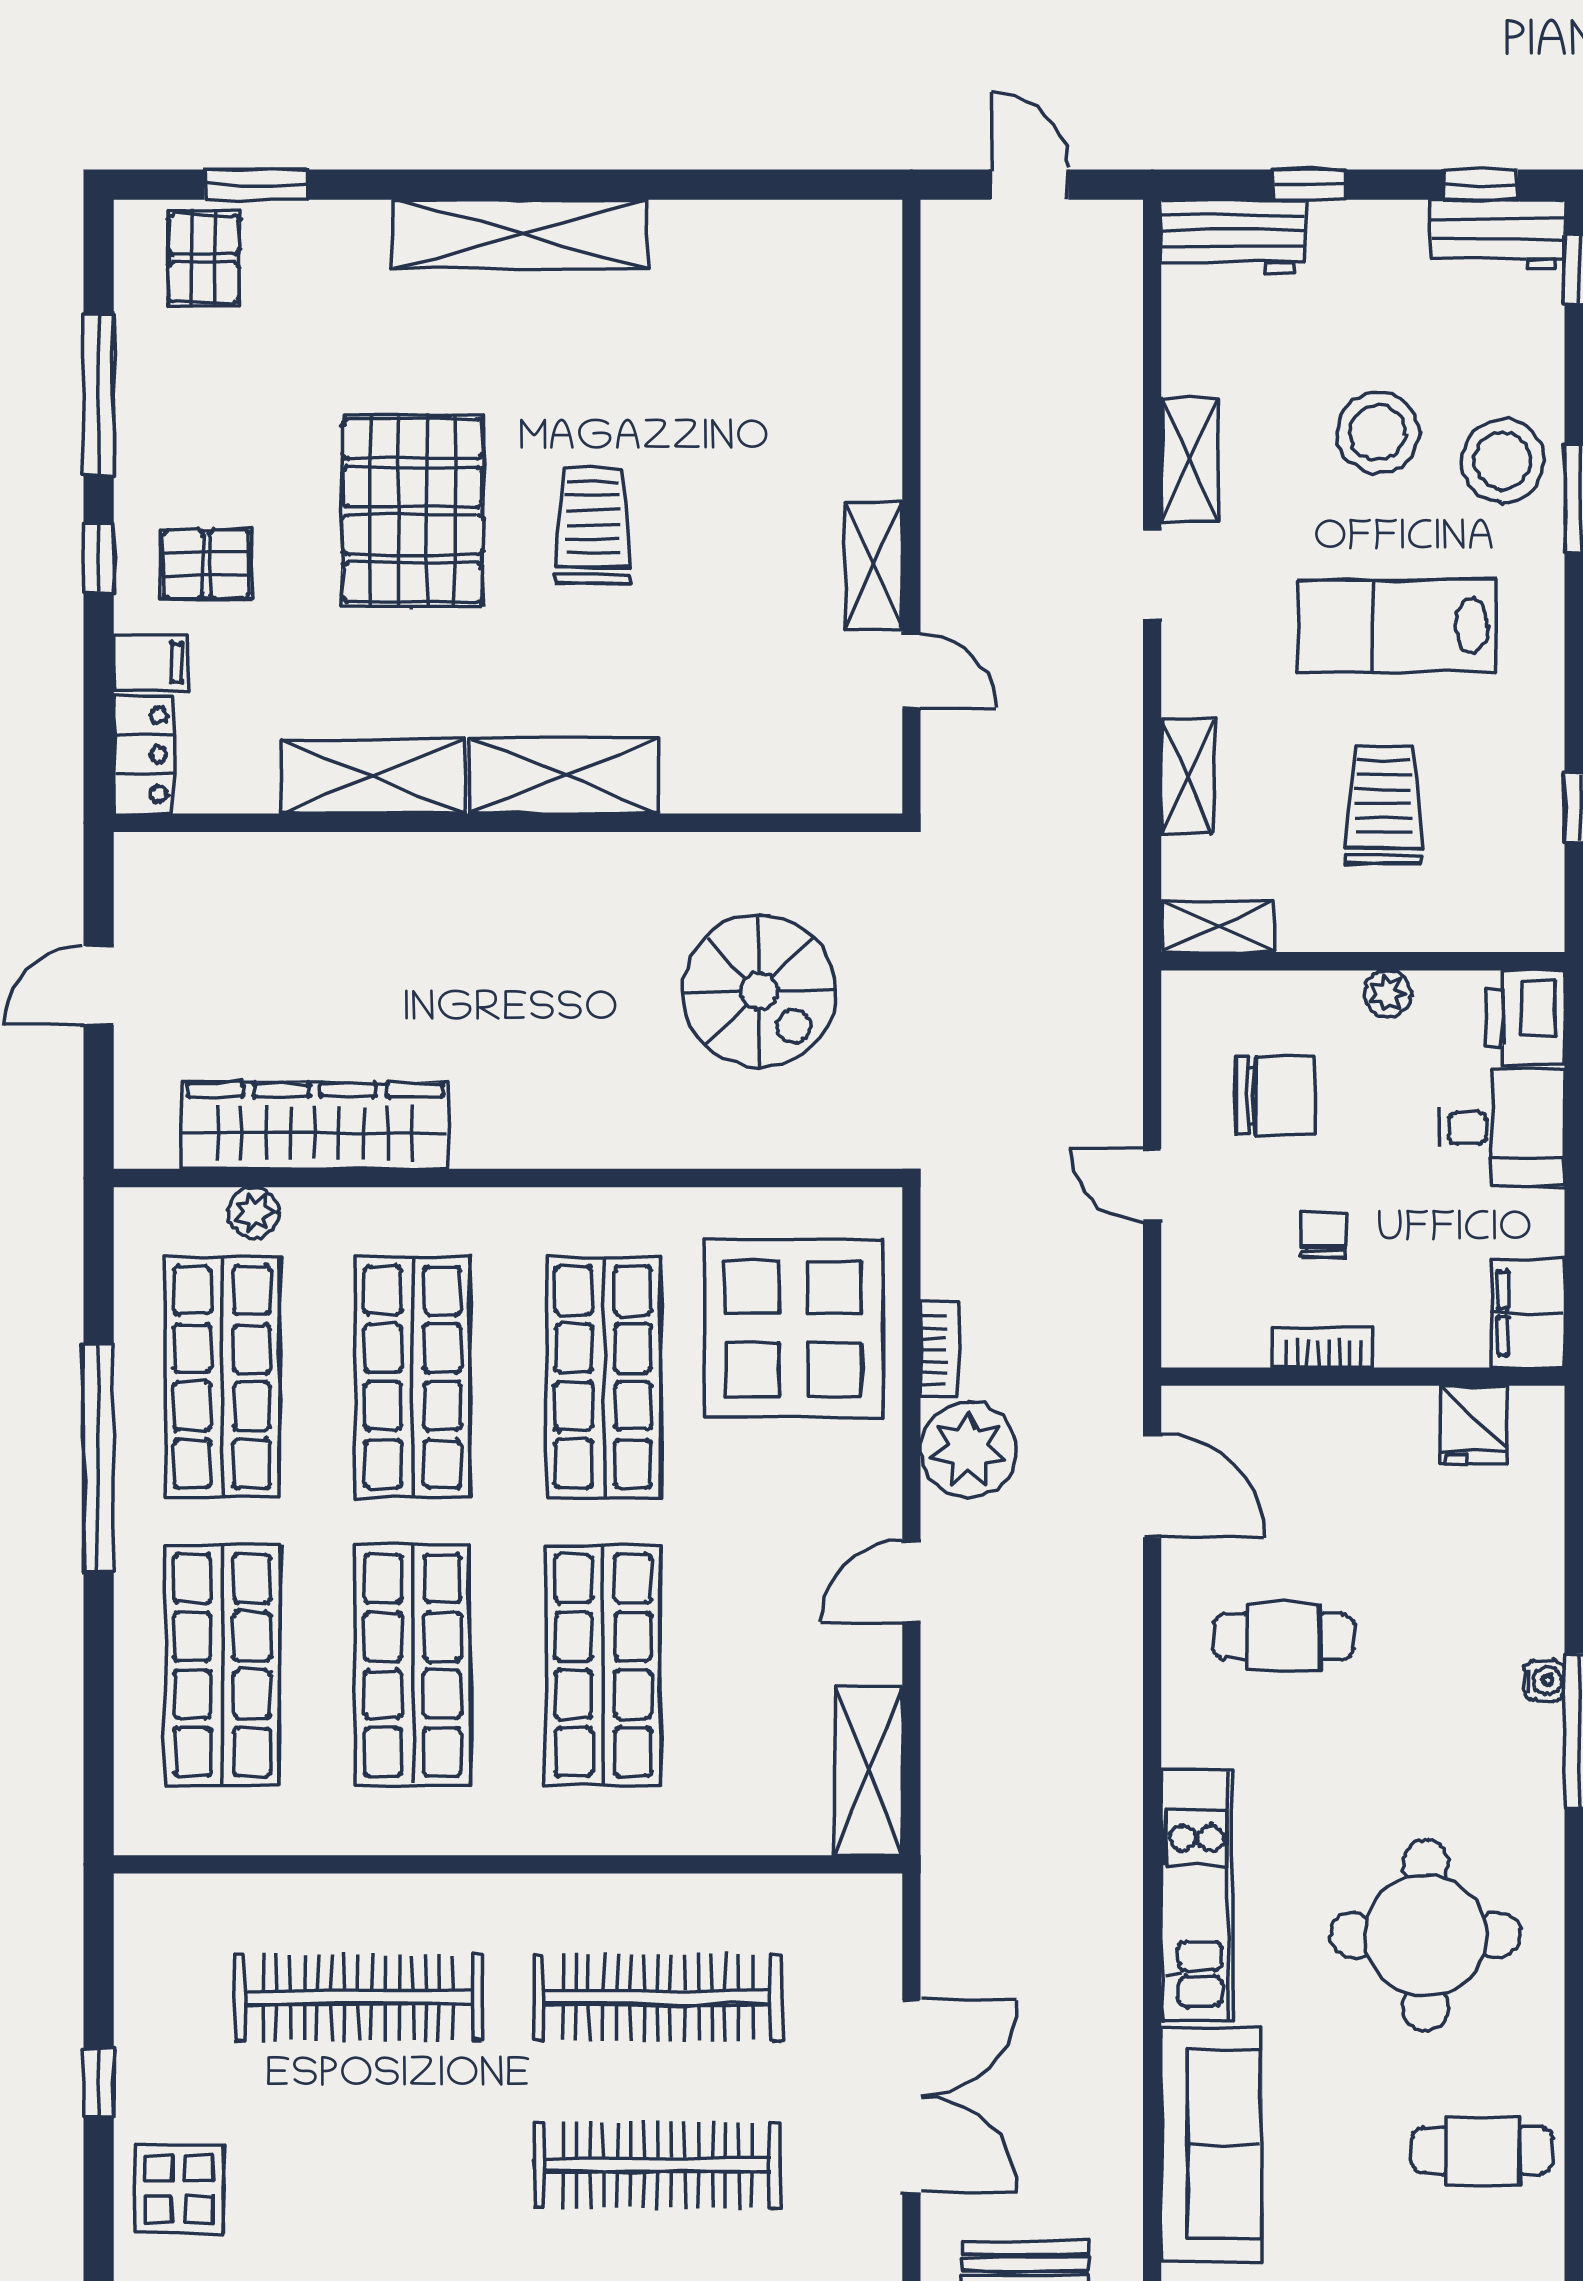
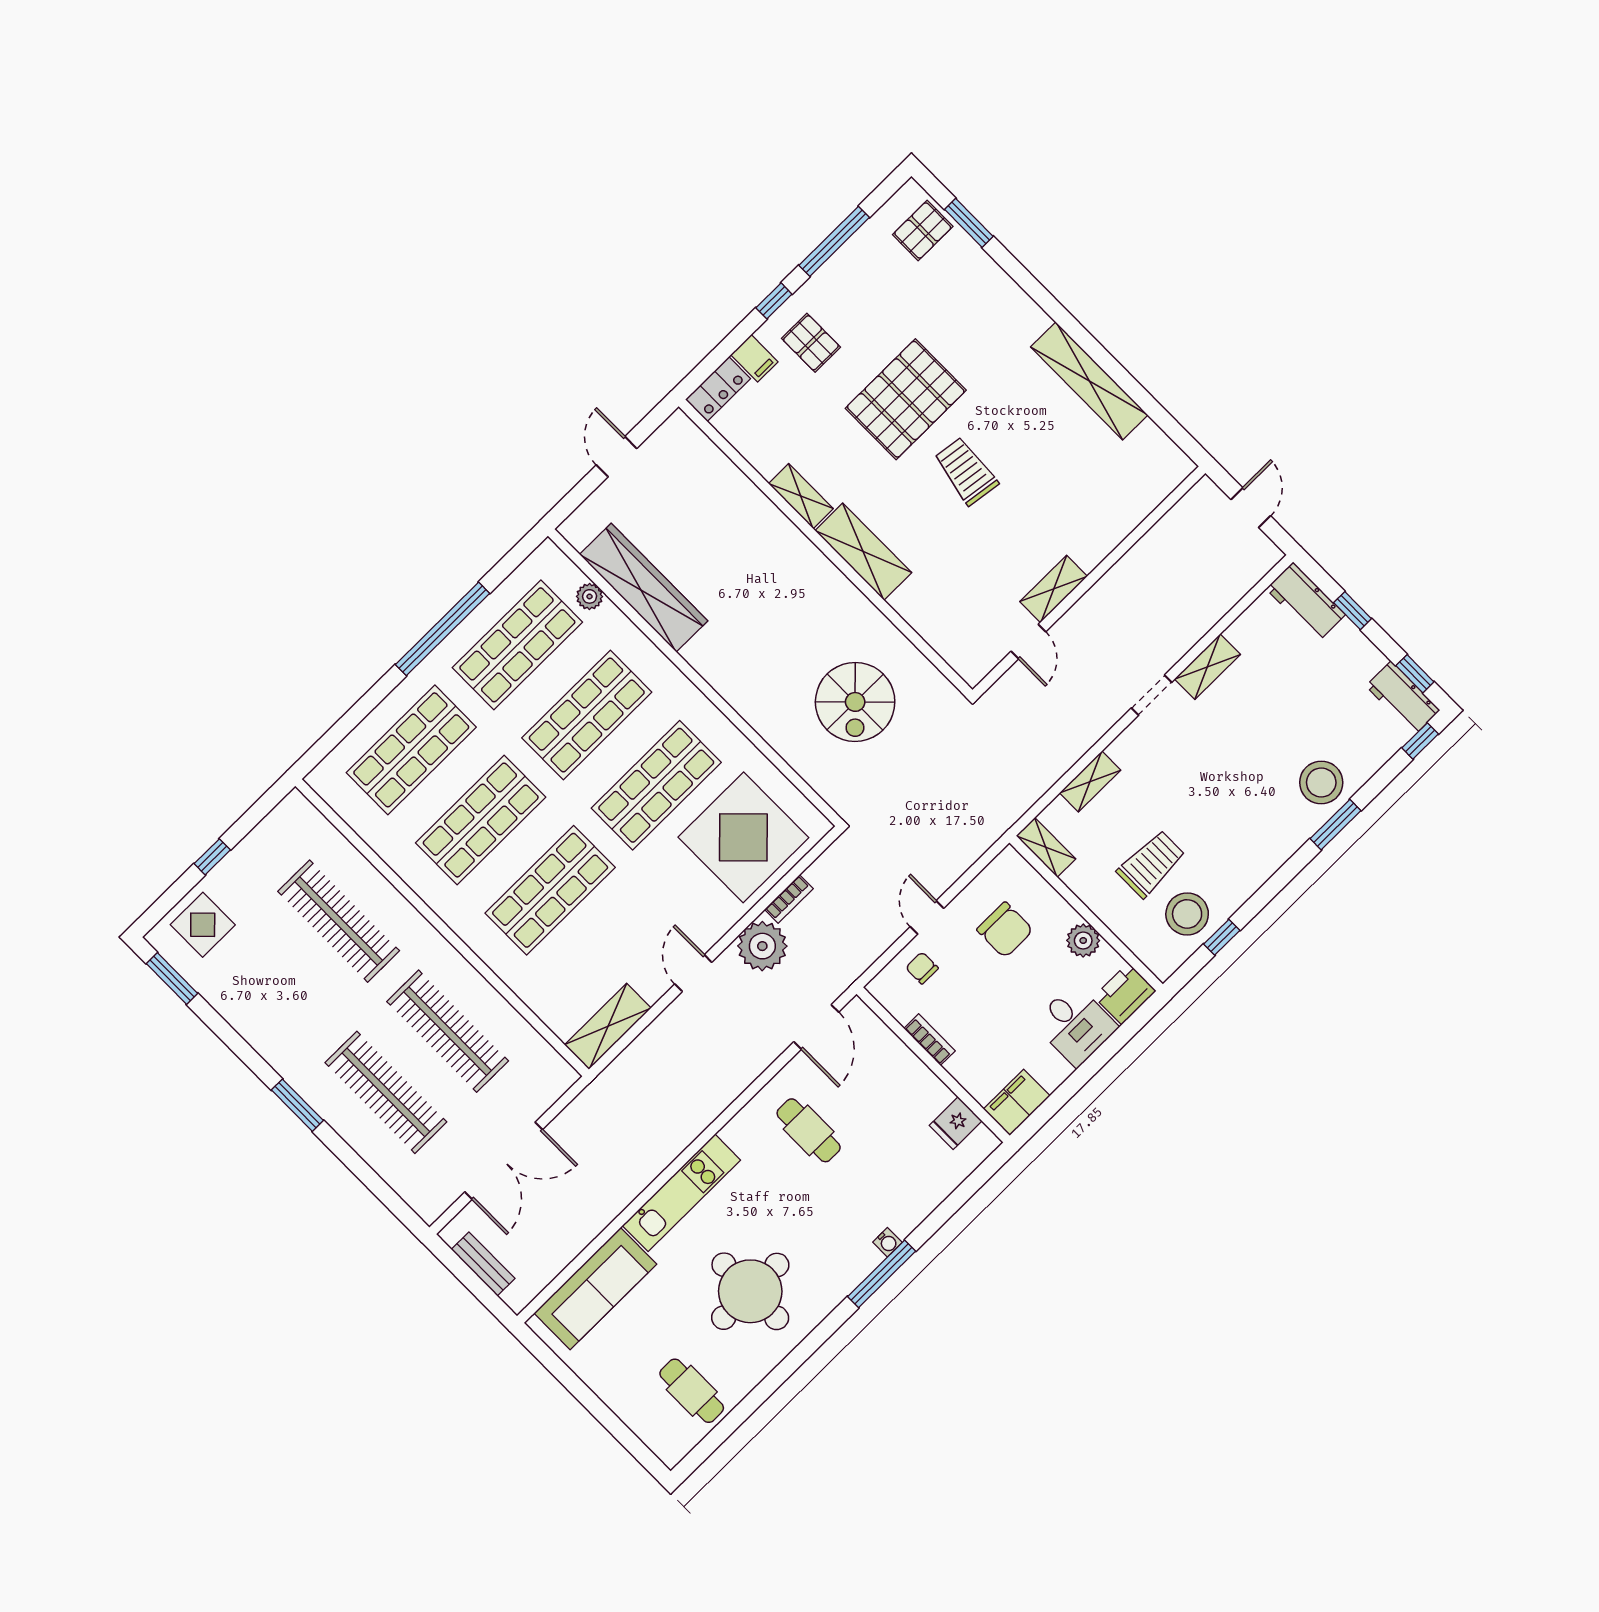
shelving: (521, 234) -> (1089, 381), moved
stool: (1378, 433) -> (1187, 914), moved
trolley: (593, 526) -> (966, 471), turned -82
lab bench: (1396, 626) -> (1222, 803), removed
shelving: (372, 777) -> (801, 496), width x0.67, depth x0.75
door: (99, 986) -> (616, 457), hinge flipped
plant: (1387, 993) -> (1083, 941), width x1.38, depth x1.38
chair: (1323, 1235) -> (922, 968), moved, turned -90
door: (911, 1581) -> (693, 973), hinge flipped

